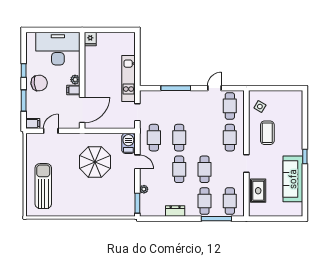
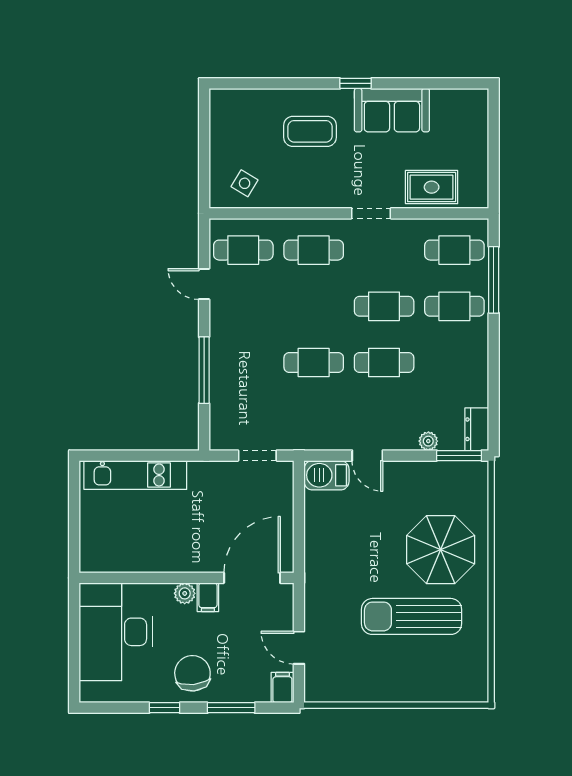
fridge: (90, 39) -> (95, 560), removed
kitchen unit: (129, 78) -> (135, 475), moved
door: (82, 110) -> (252, 578), hinge flipped
coffee table: (267, 133) -> (310, 131), moved
cafe table: (154, 138) -> (314, 419), removed
parasol: (95, 162) -> (441, 550), moved
door: (137, 162) -> (367, 456), swing flipped
sofa: (293, 179) -> (392, 110), width x0.73
sun lounger: (43, 186) -> (412, 616), moved
dresser: (175, 211) -> (477, 429), moved

